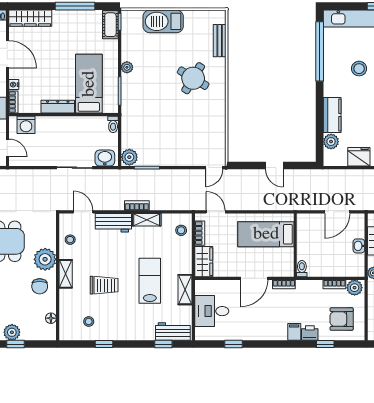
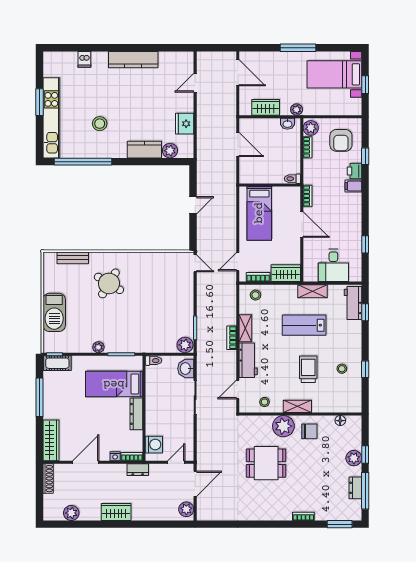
washbasin: (359, 246) -> (287, 124), moved
stool: (89, 321) -> (342, 369), moved

